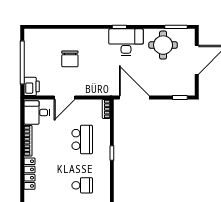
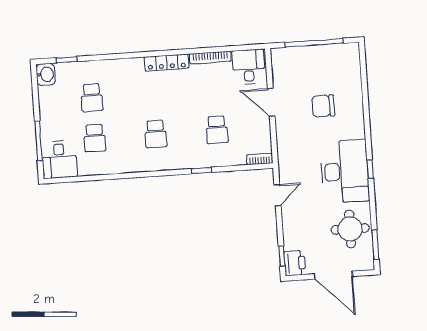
desk: (126, 42) -> (345, 171), width x1.36, depth x1.30
printer: (32, 86) -> (295, 263), moved, turned -90
door: (134, 97) -> (278, 195), width x0.53
school desk: (82, 139) -> (217, 130), width x0.54

